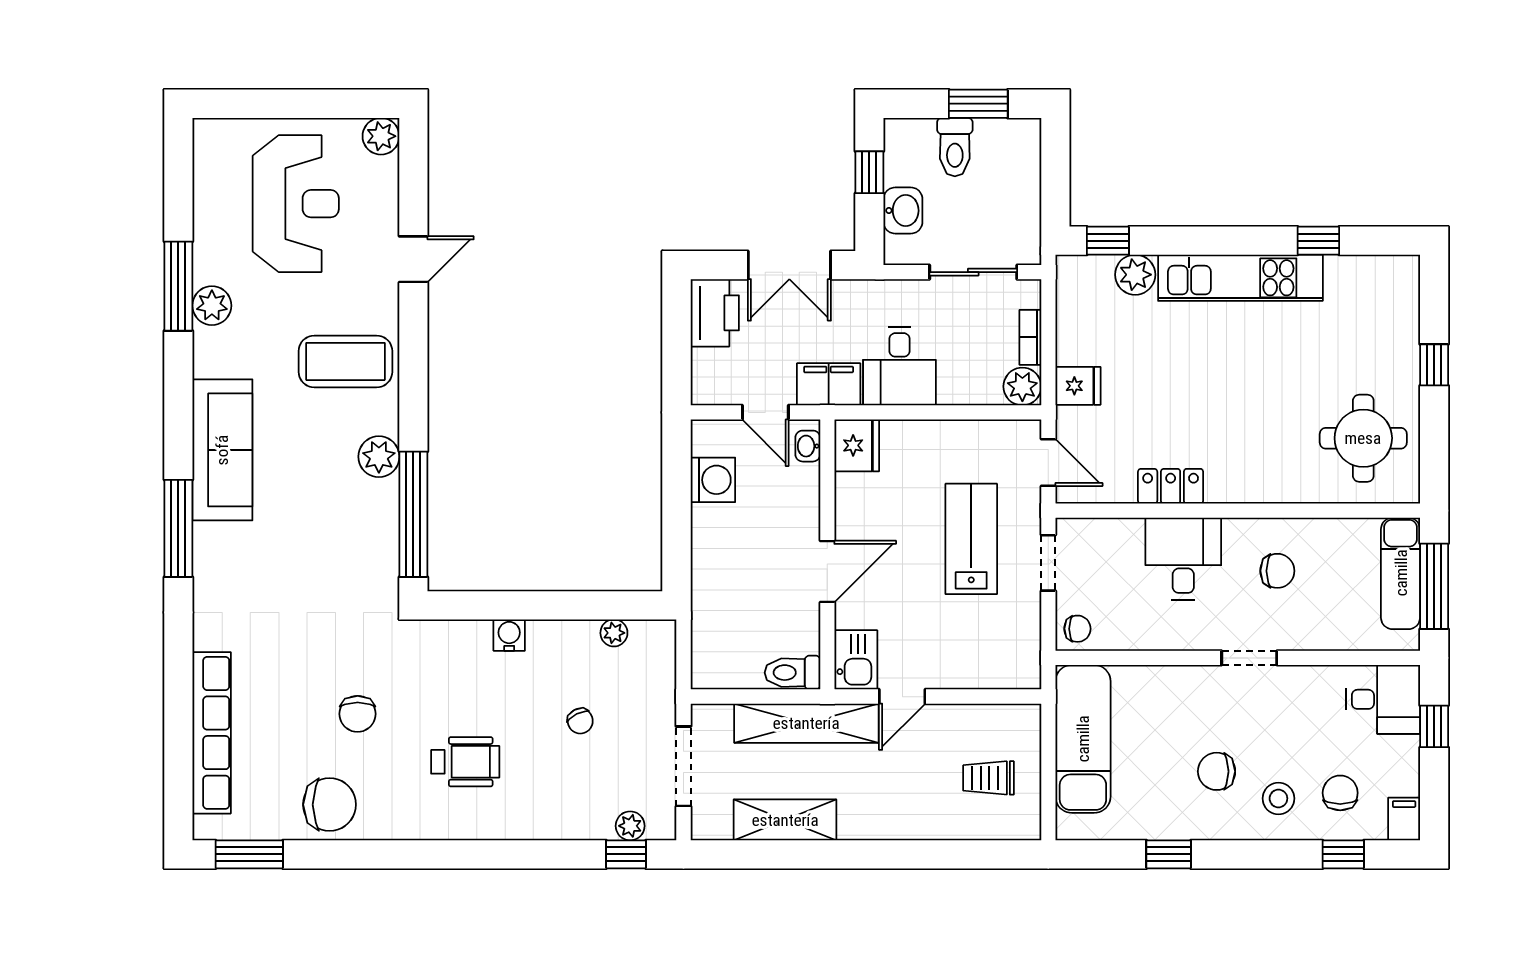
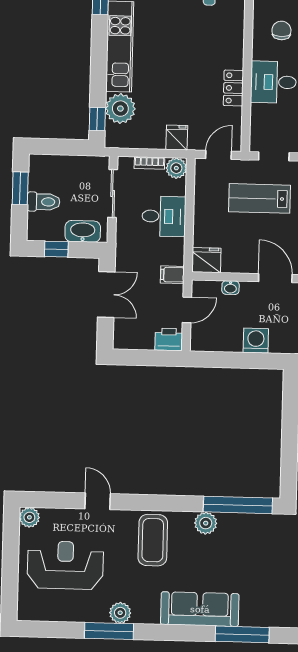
washbasin: (903, 211) -> (83, 231), width x1.38
plant: (1135, 275) -> (120, 109), width x1.36, depth x1.36
printer: (715, 313) -> (169, 339), moved, width x0.73, depth x0.84
desk: (900, 366) -> (164, 216), moved
filing cabinet: (829, 384) -> (172, 275), width x0.50
washbasin: (808, 446) -> (230, 288), moved
washing machine: (713, 480) -> (256, 341), moved

